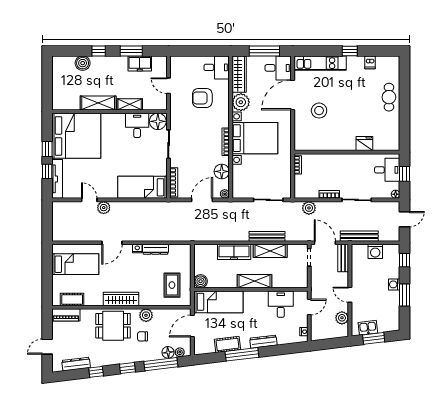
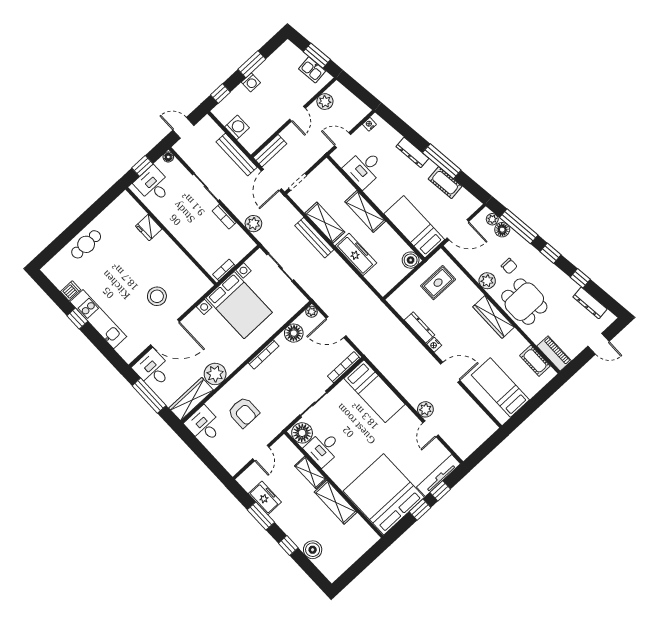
kitchen unit: (320, 63) -> (98, 319), moved
bed with nightstands: (255, 138) -> (239, 305), moved, turned 180

